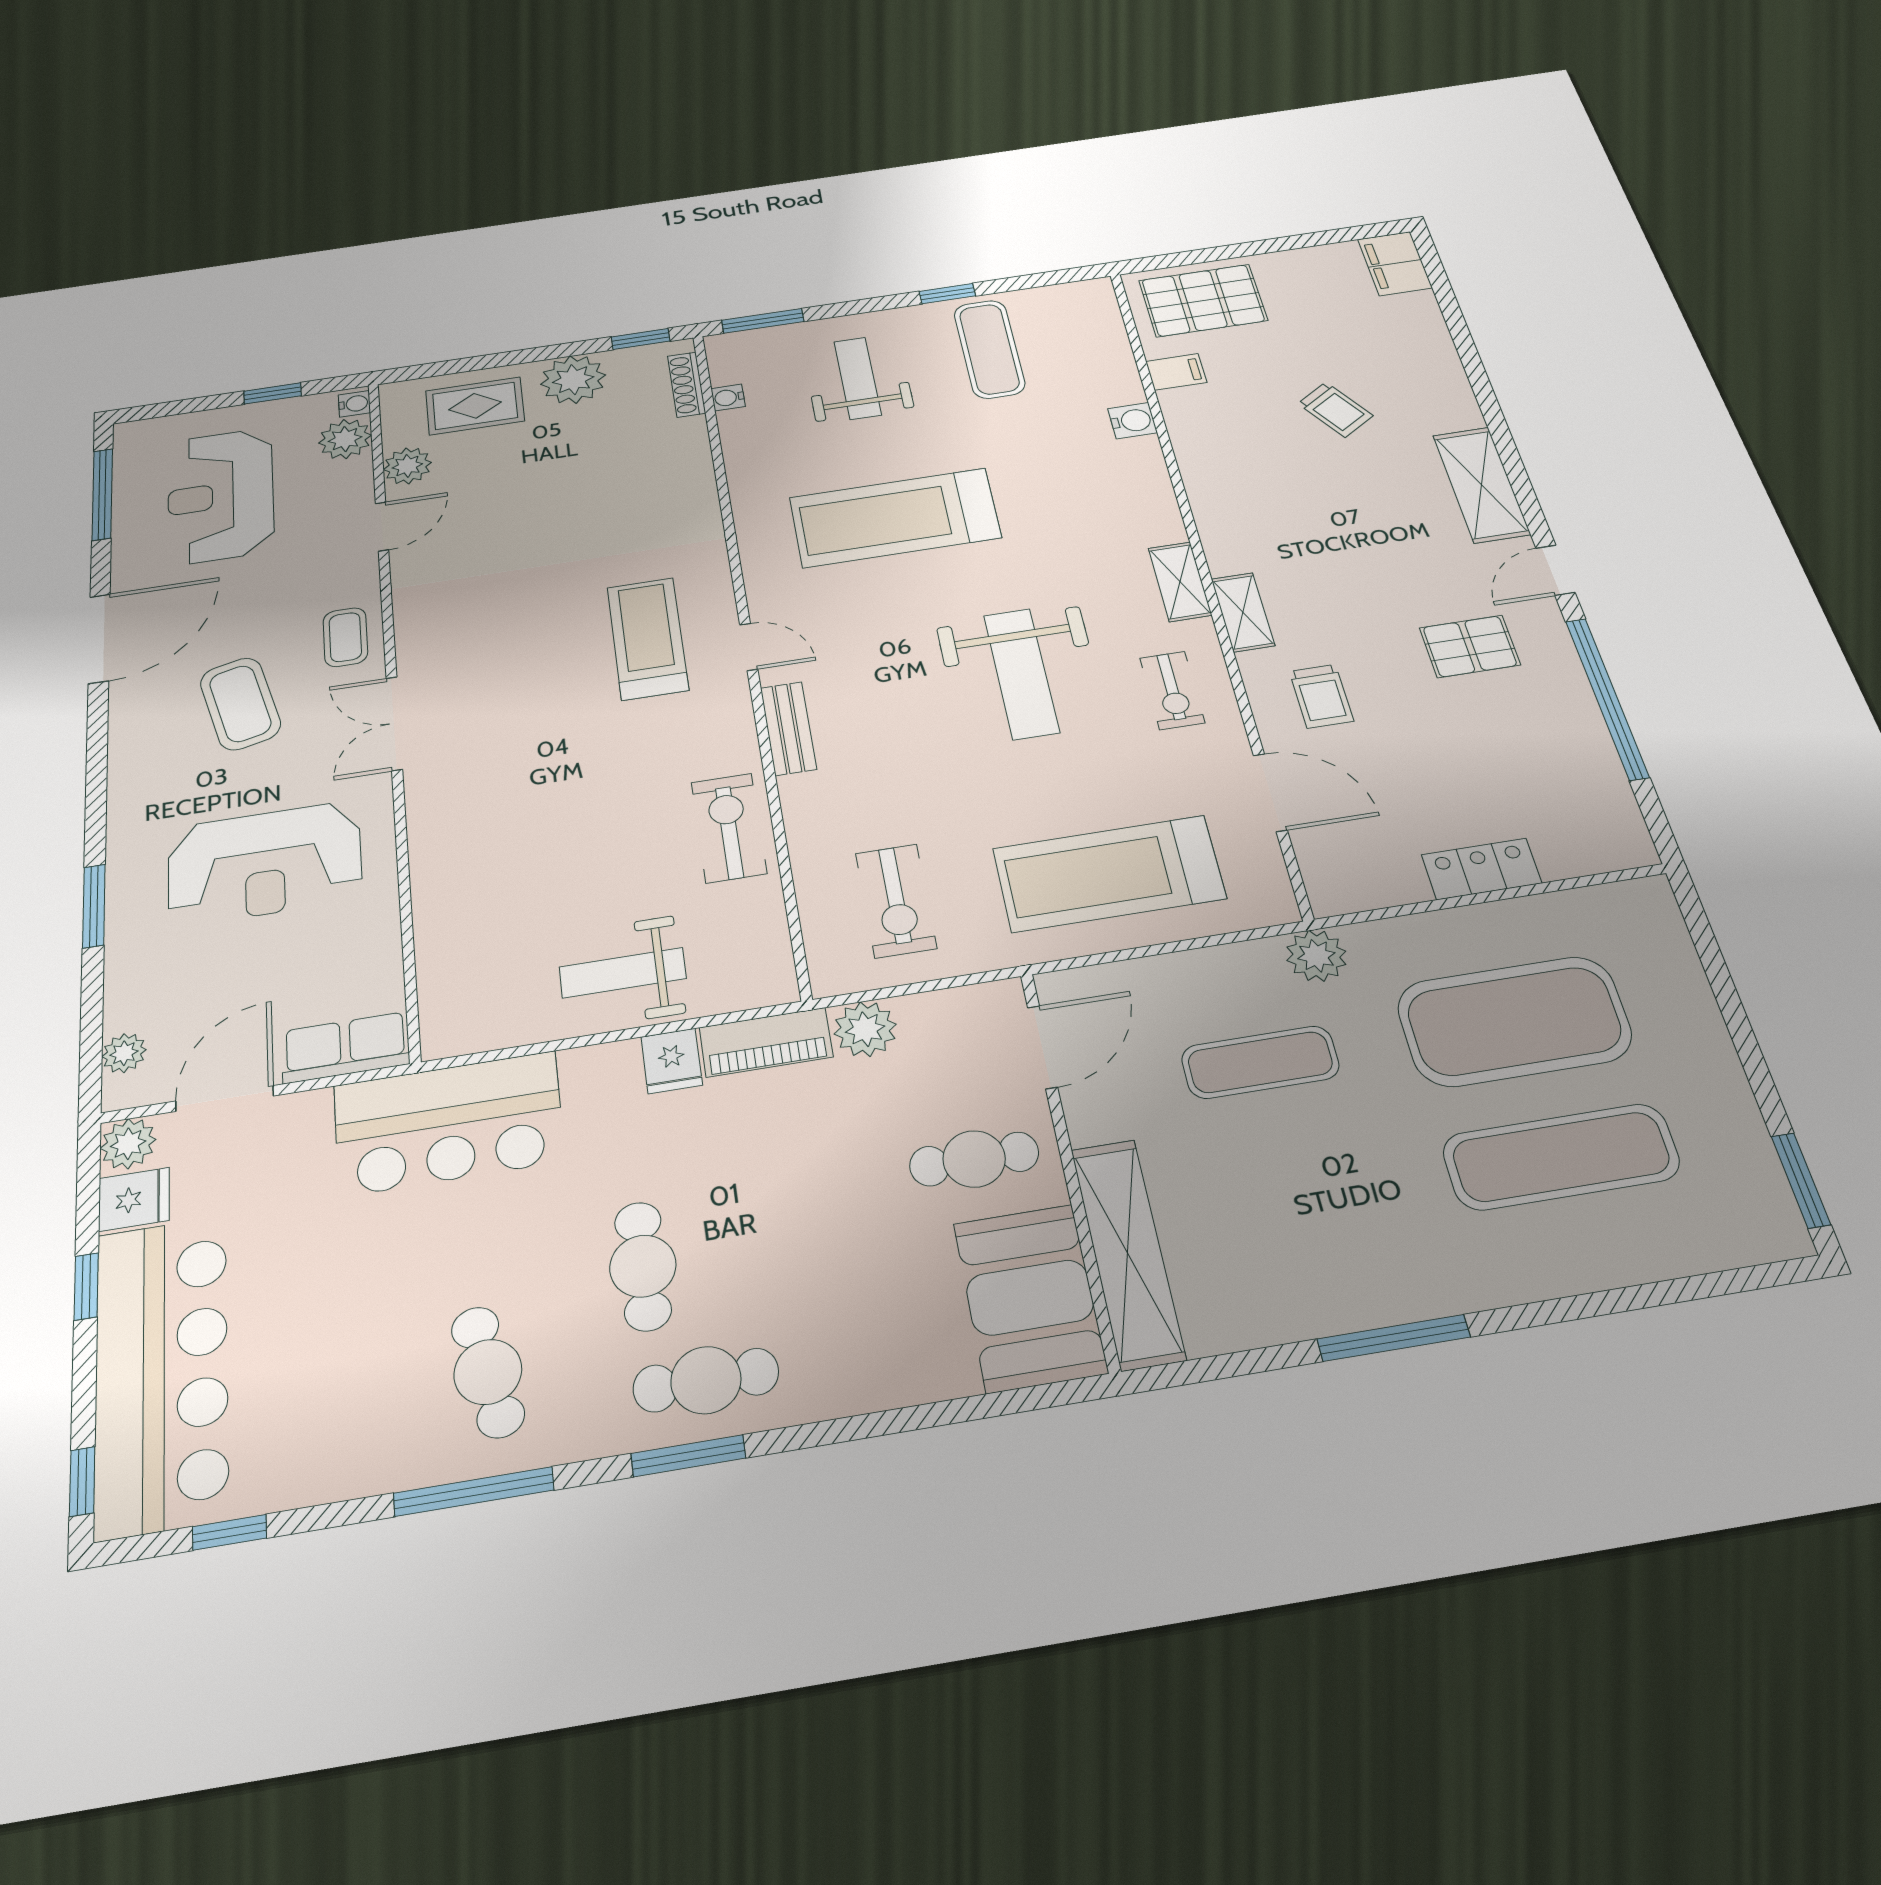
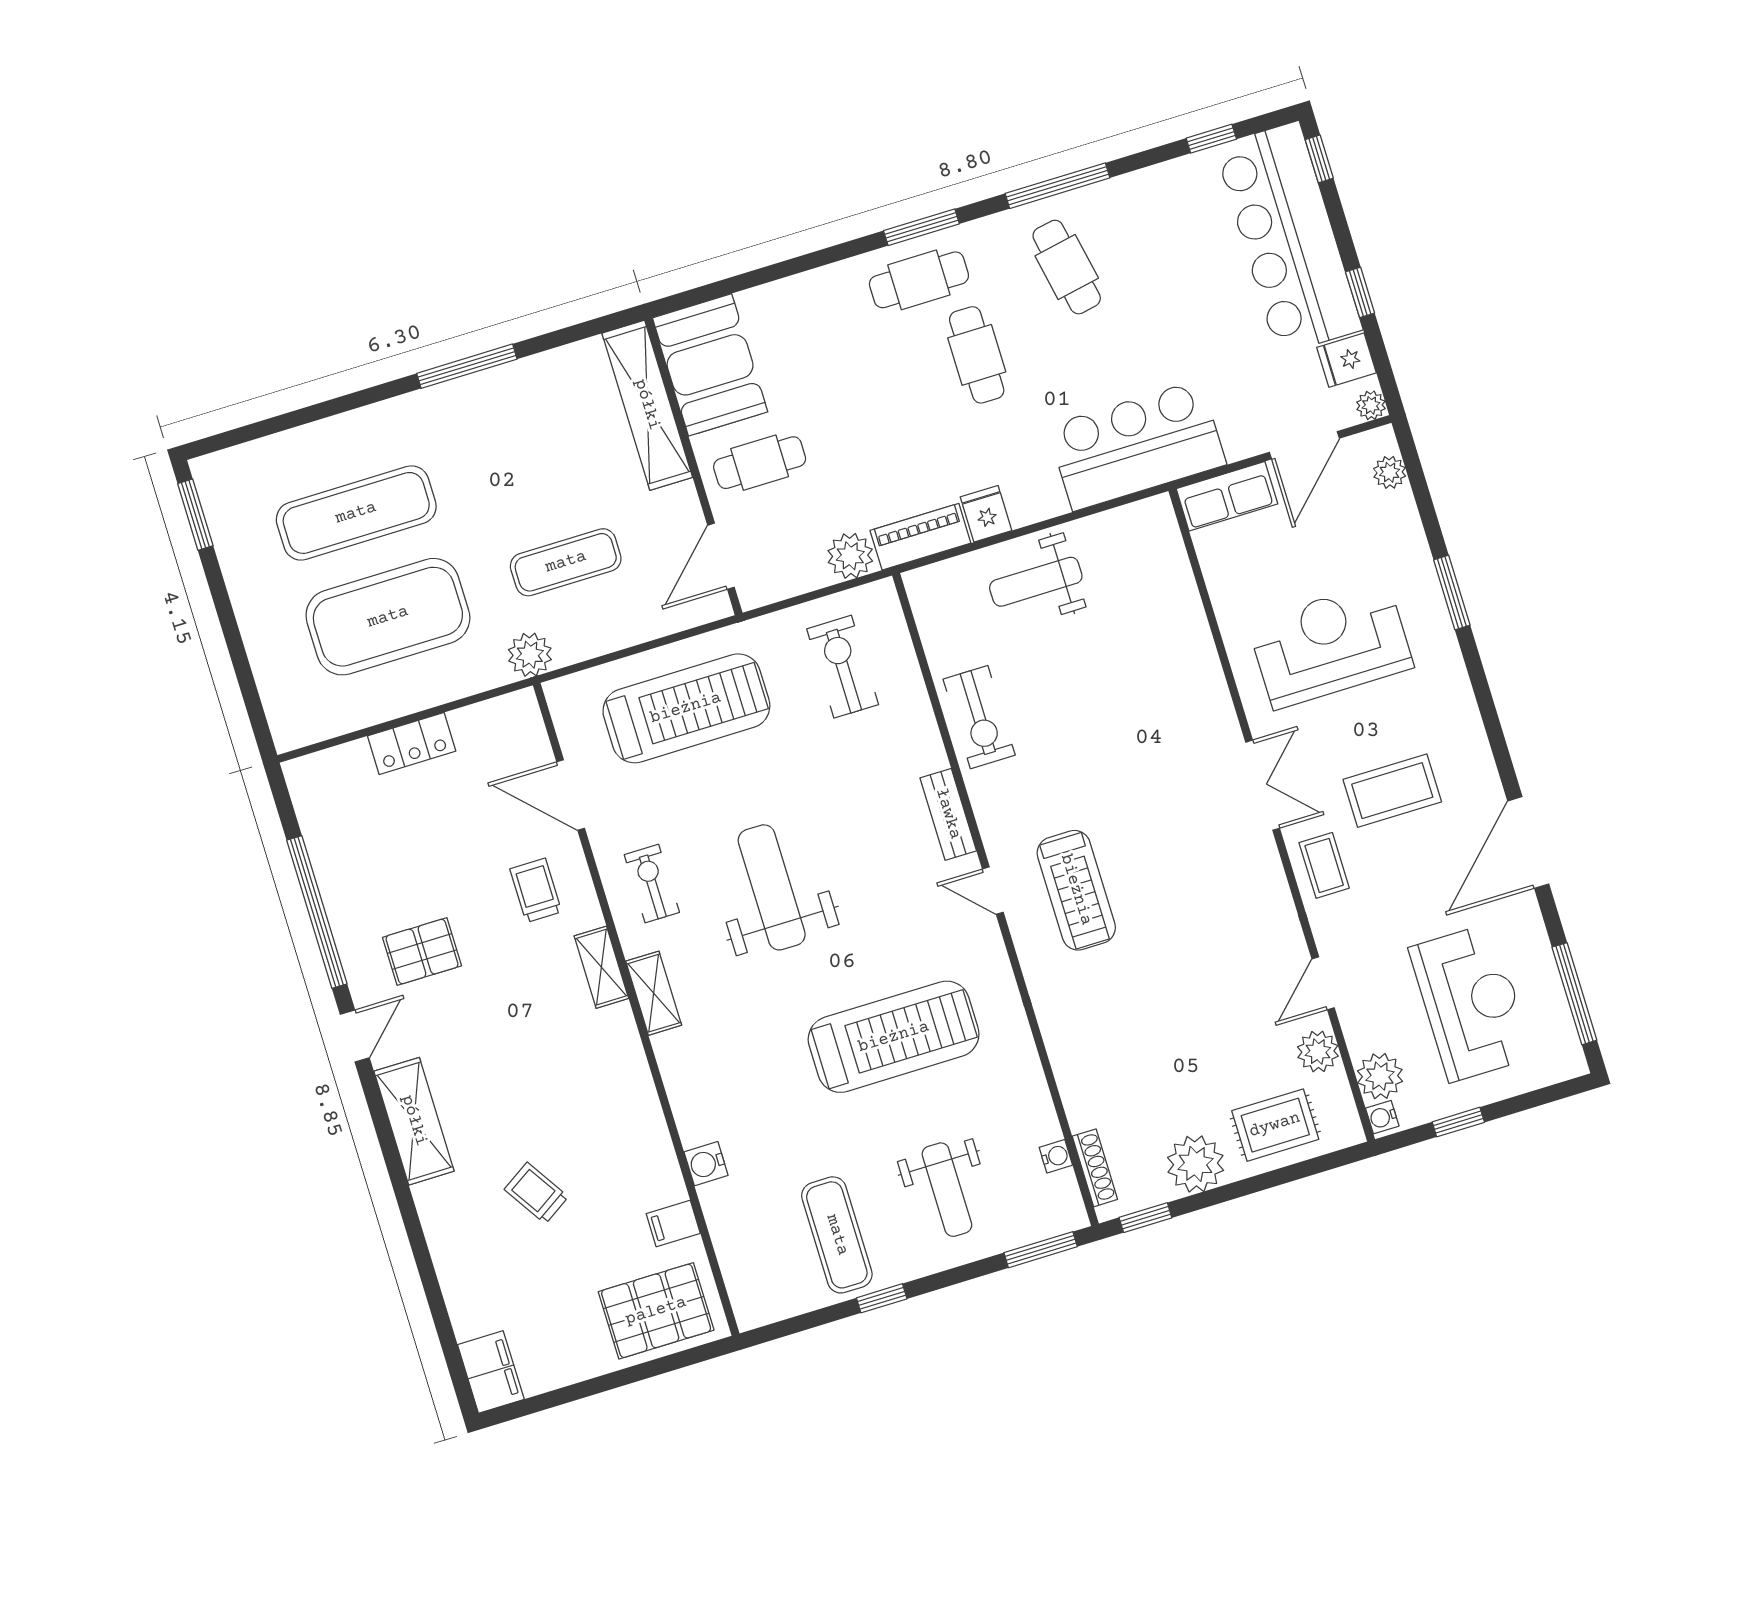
coffee table: (240, 704) -> (1392, 791), turned -76
weight bench: (623, 973) -> (1036, 582), turned 180
plant: (128, 1144) -> (1371, 405), width x0.73, depth x0.73

